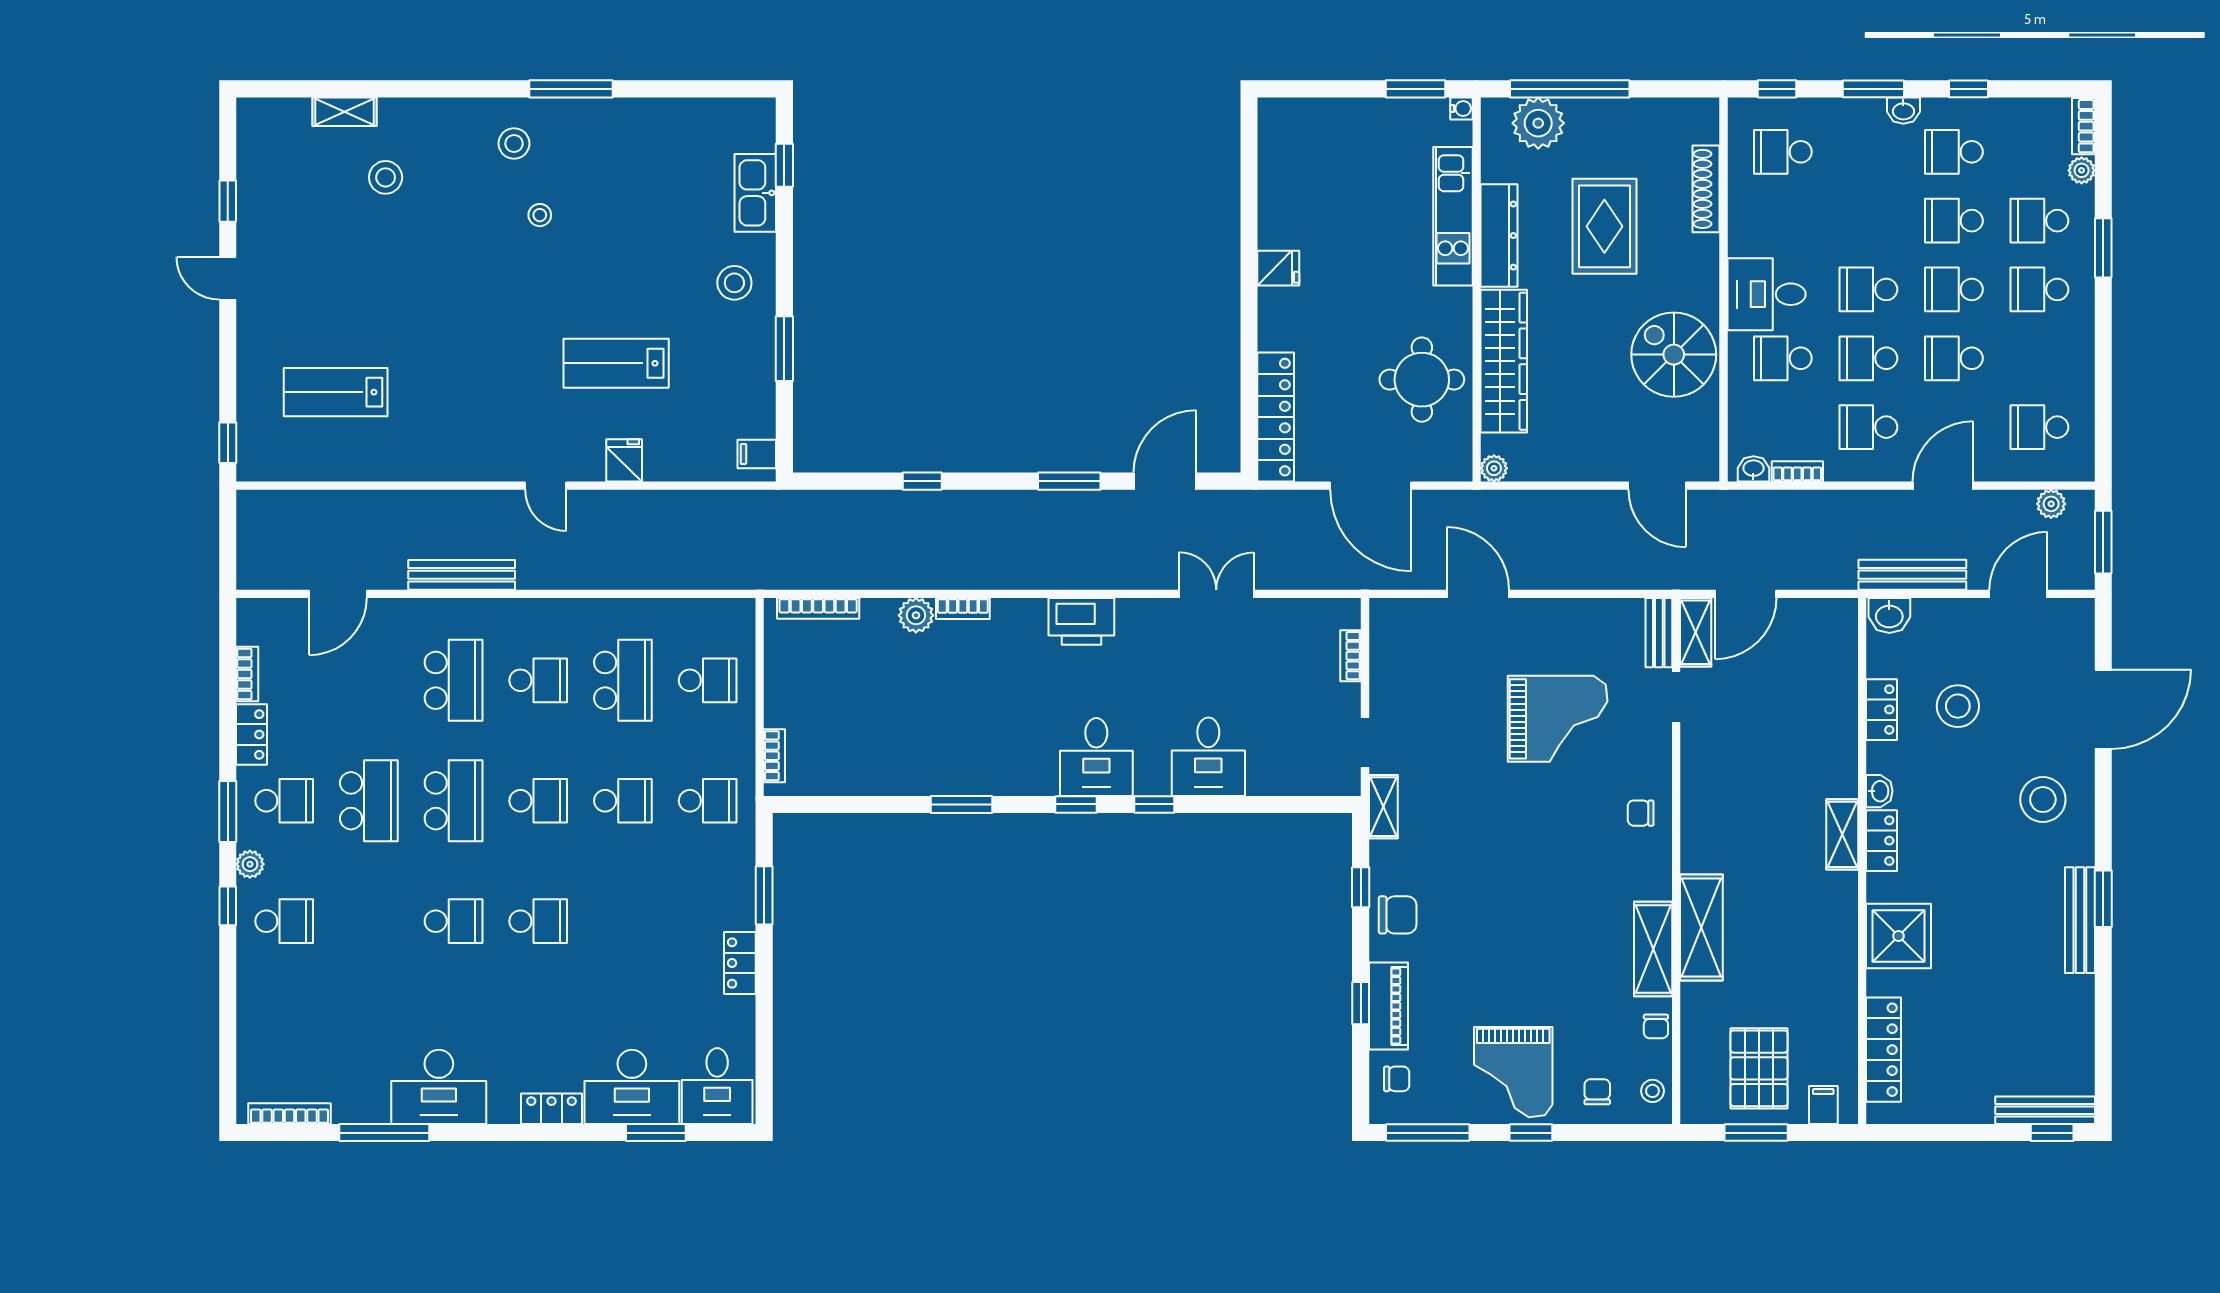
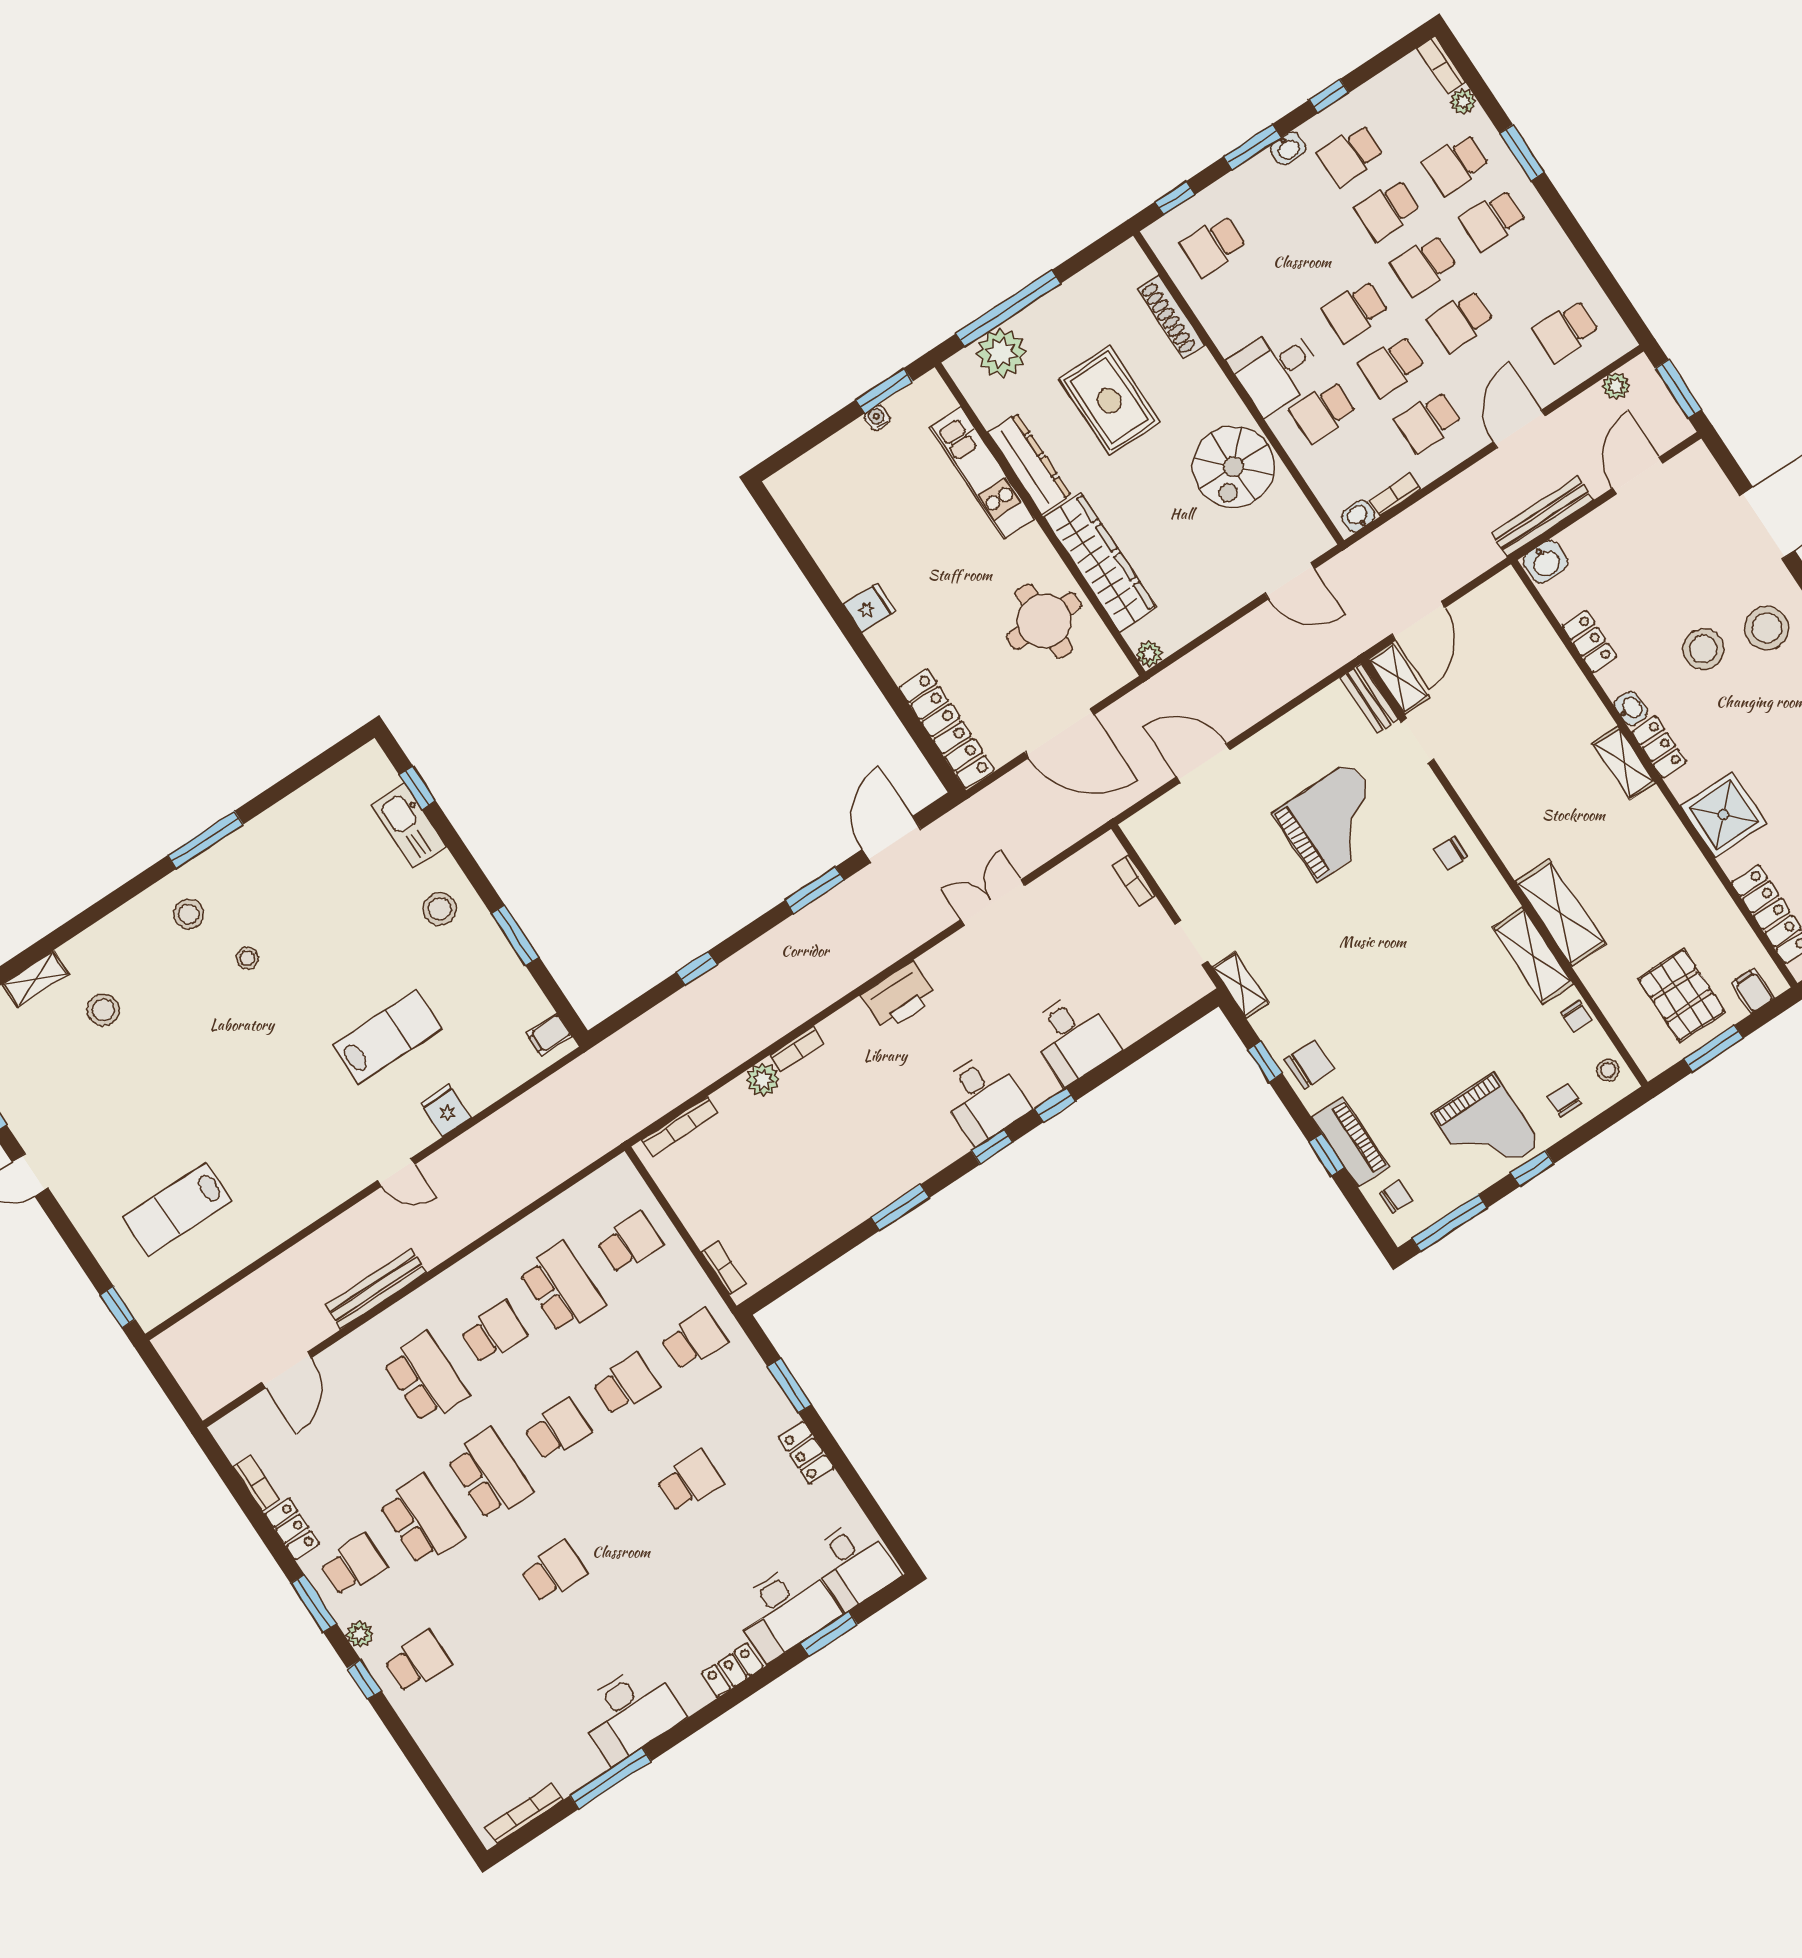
water cooler: (1461, 109) -> (877, 418), moved, turned -90
spiral stairs: (1674, 355) -> (1233, 467), turned -90
lab bench: (616, 363) -> (388, 1037), turned 180
stool: (1958, 706) -> (1703, 649), moved
school desk: (538, 921) -> (690, 1481), moved

